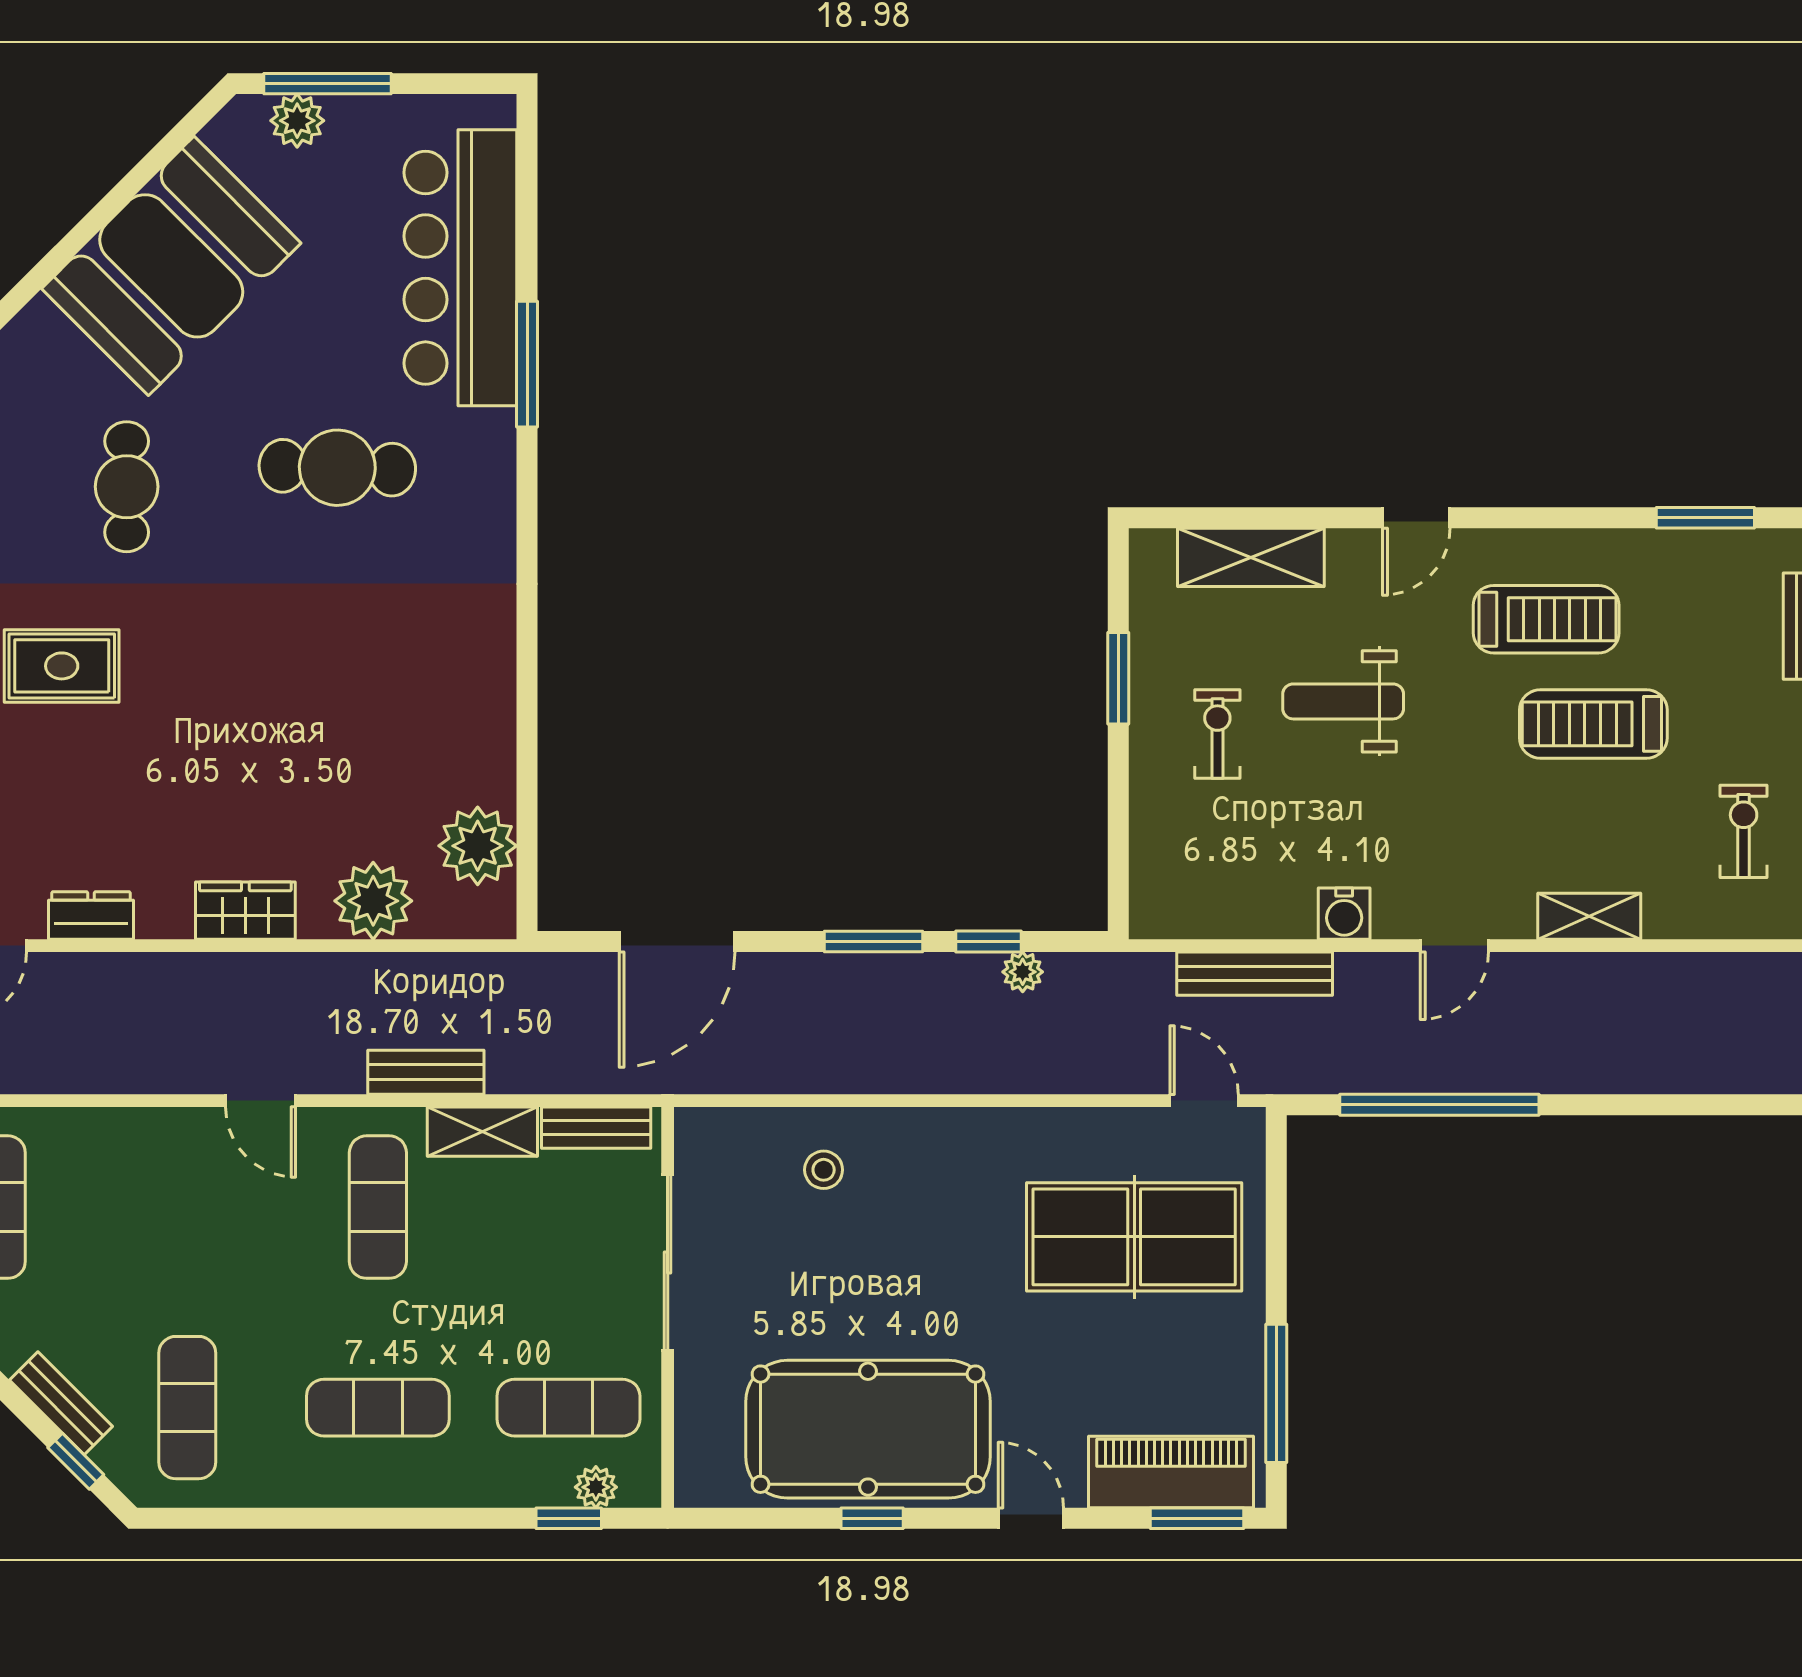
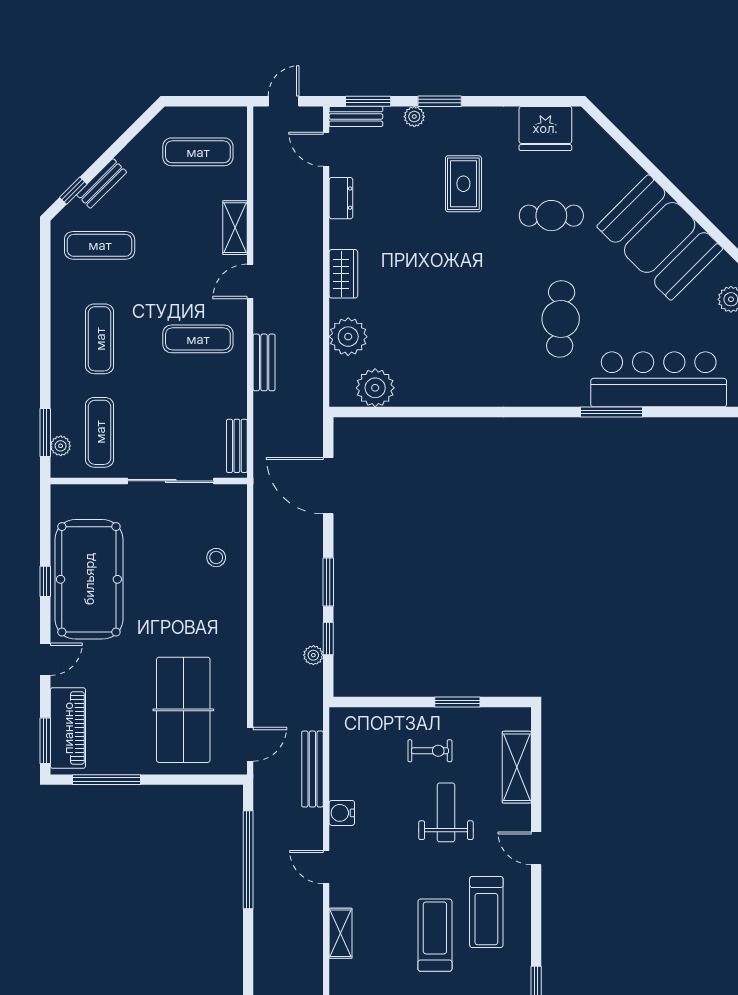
shelving: (482, 1132) -> (235, 228), moved
window: (569, 1518) -> (45, 432), width x1.50

